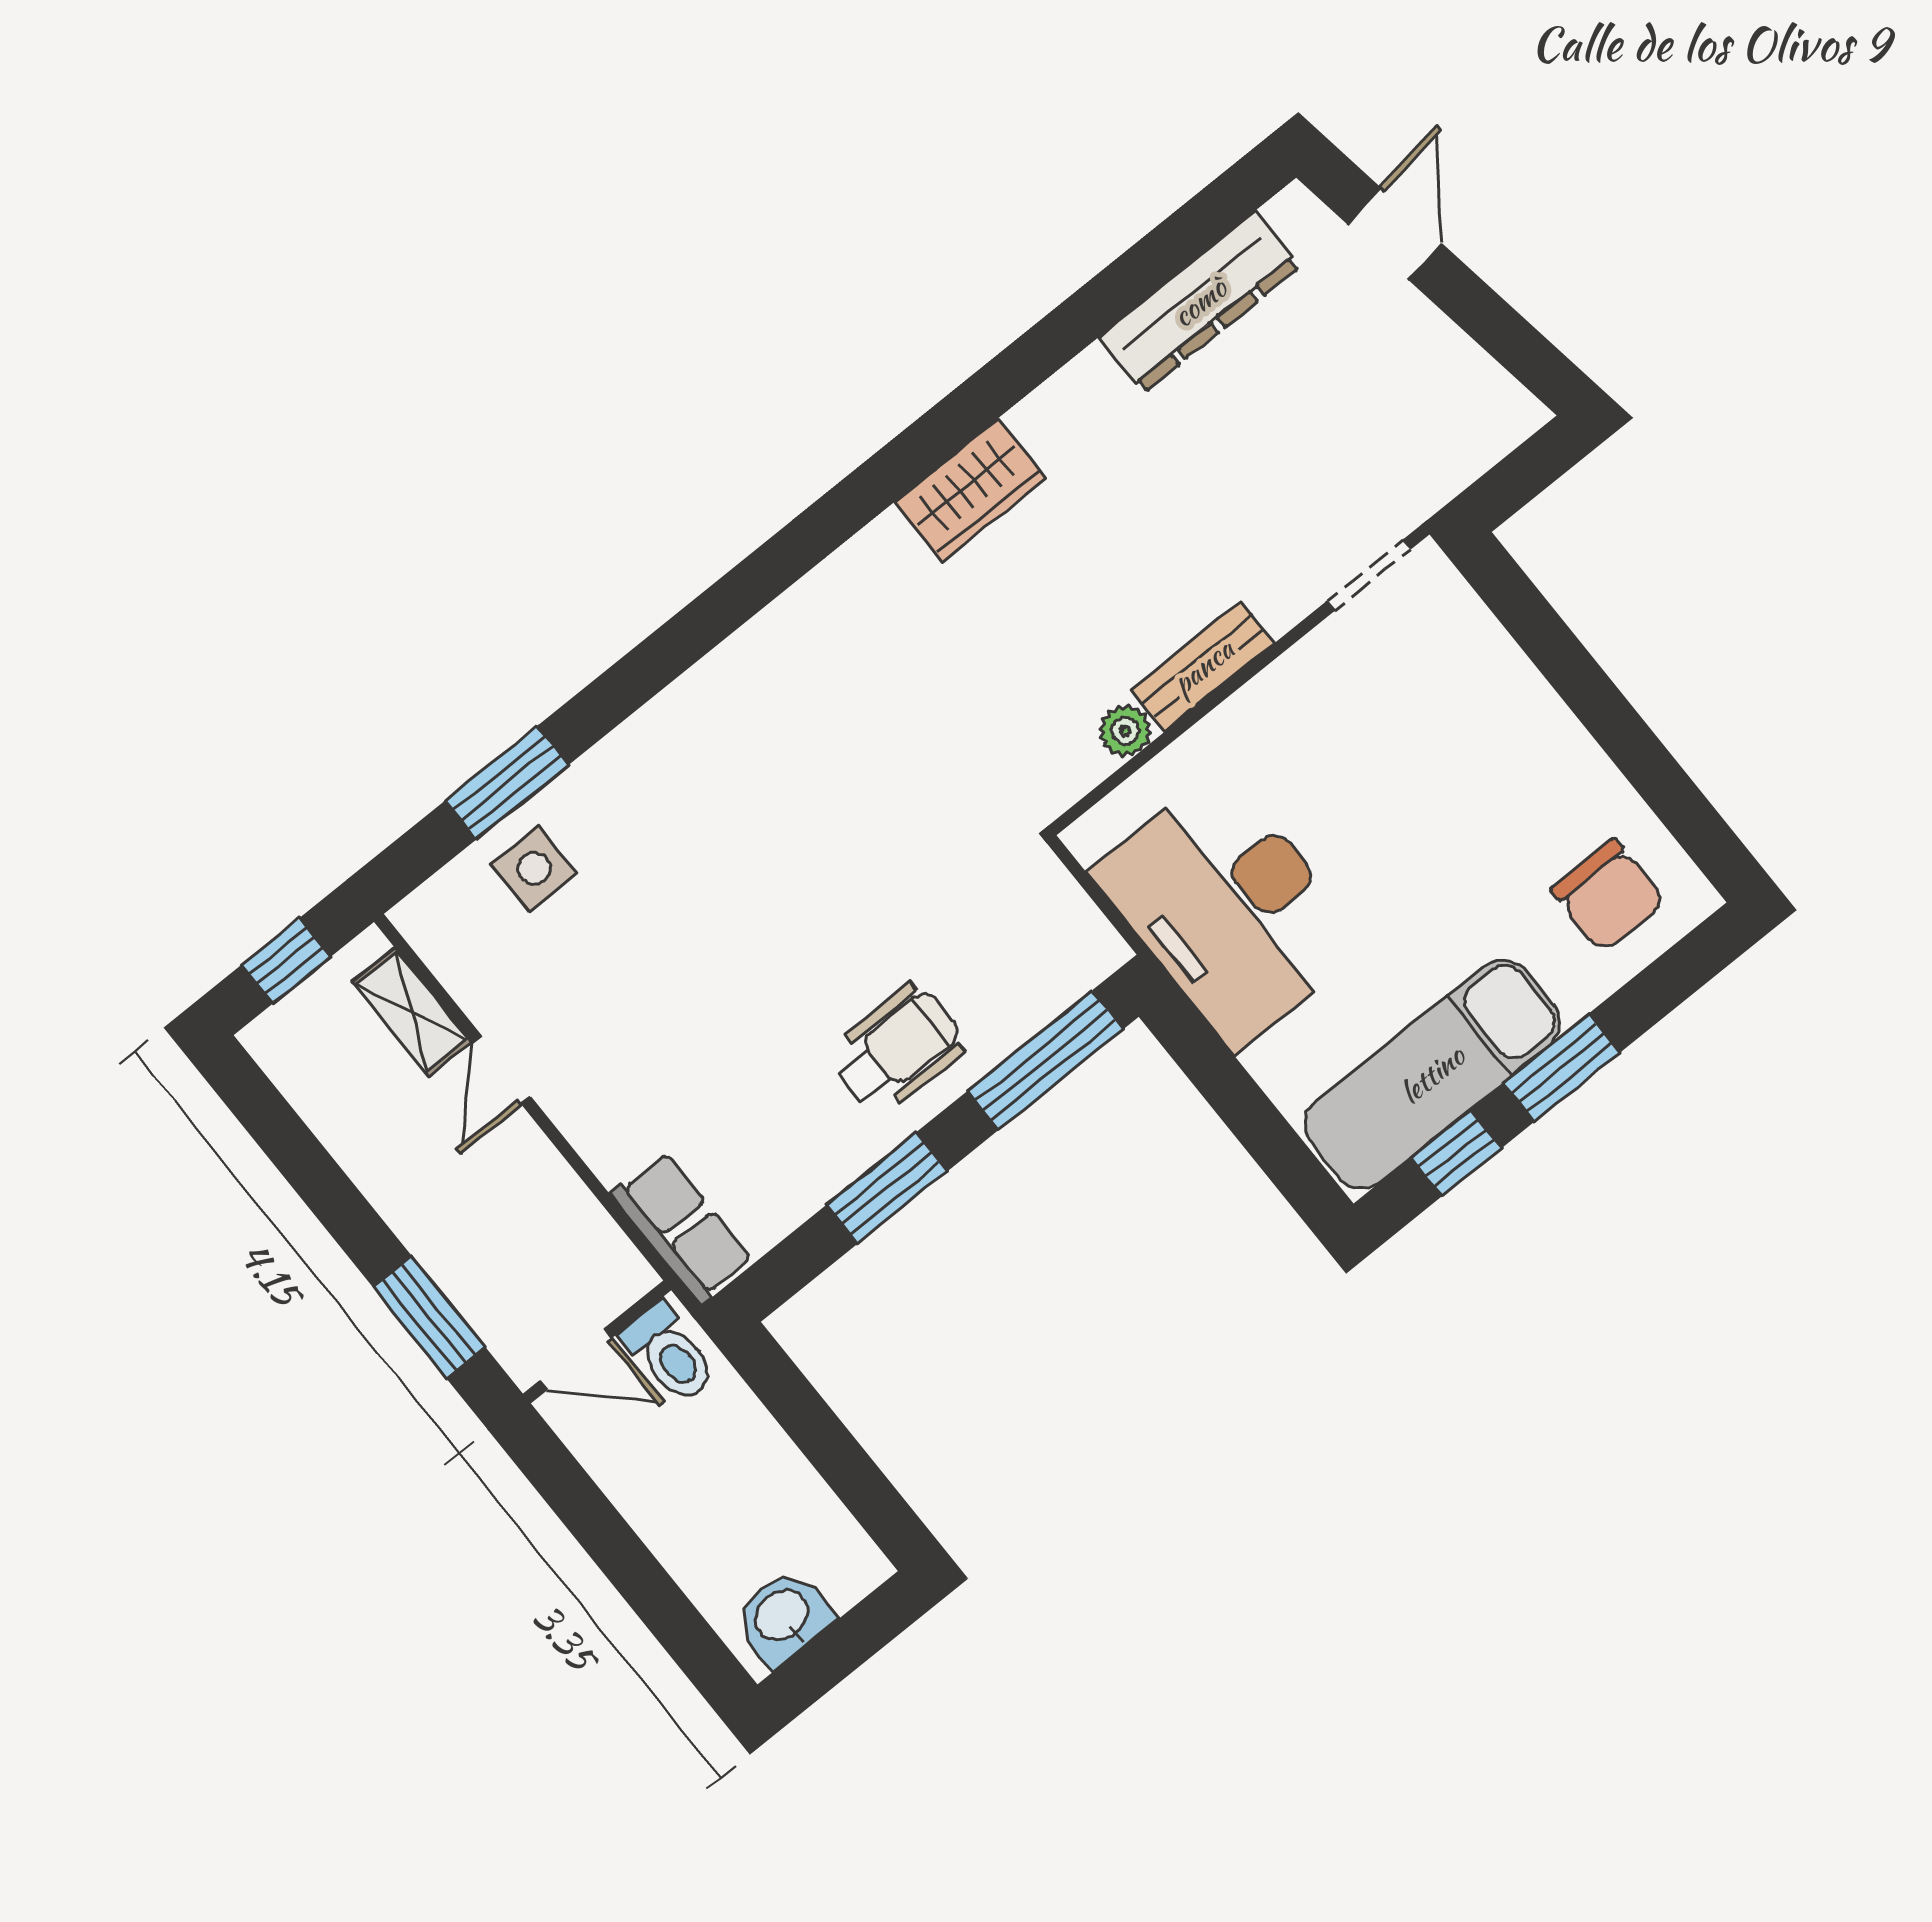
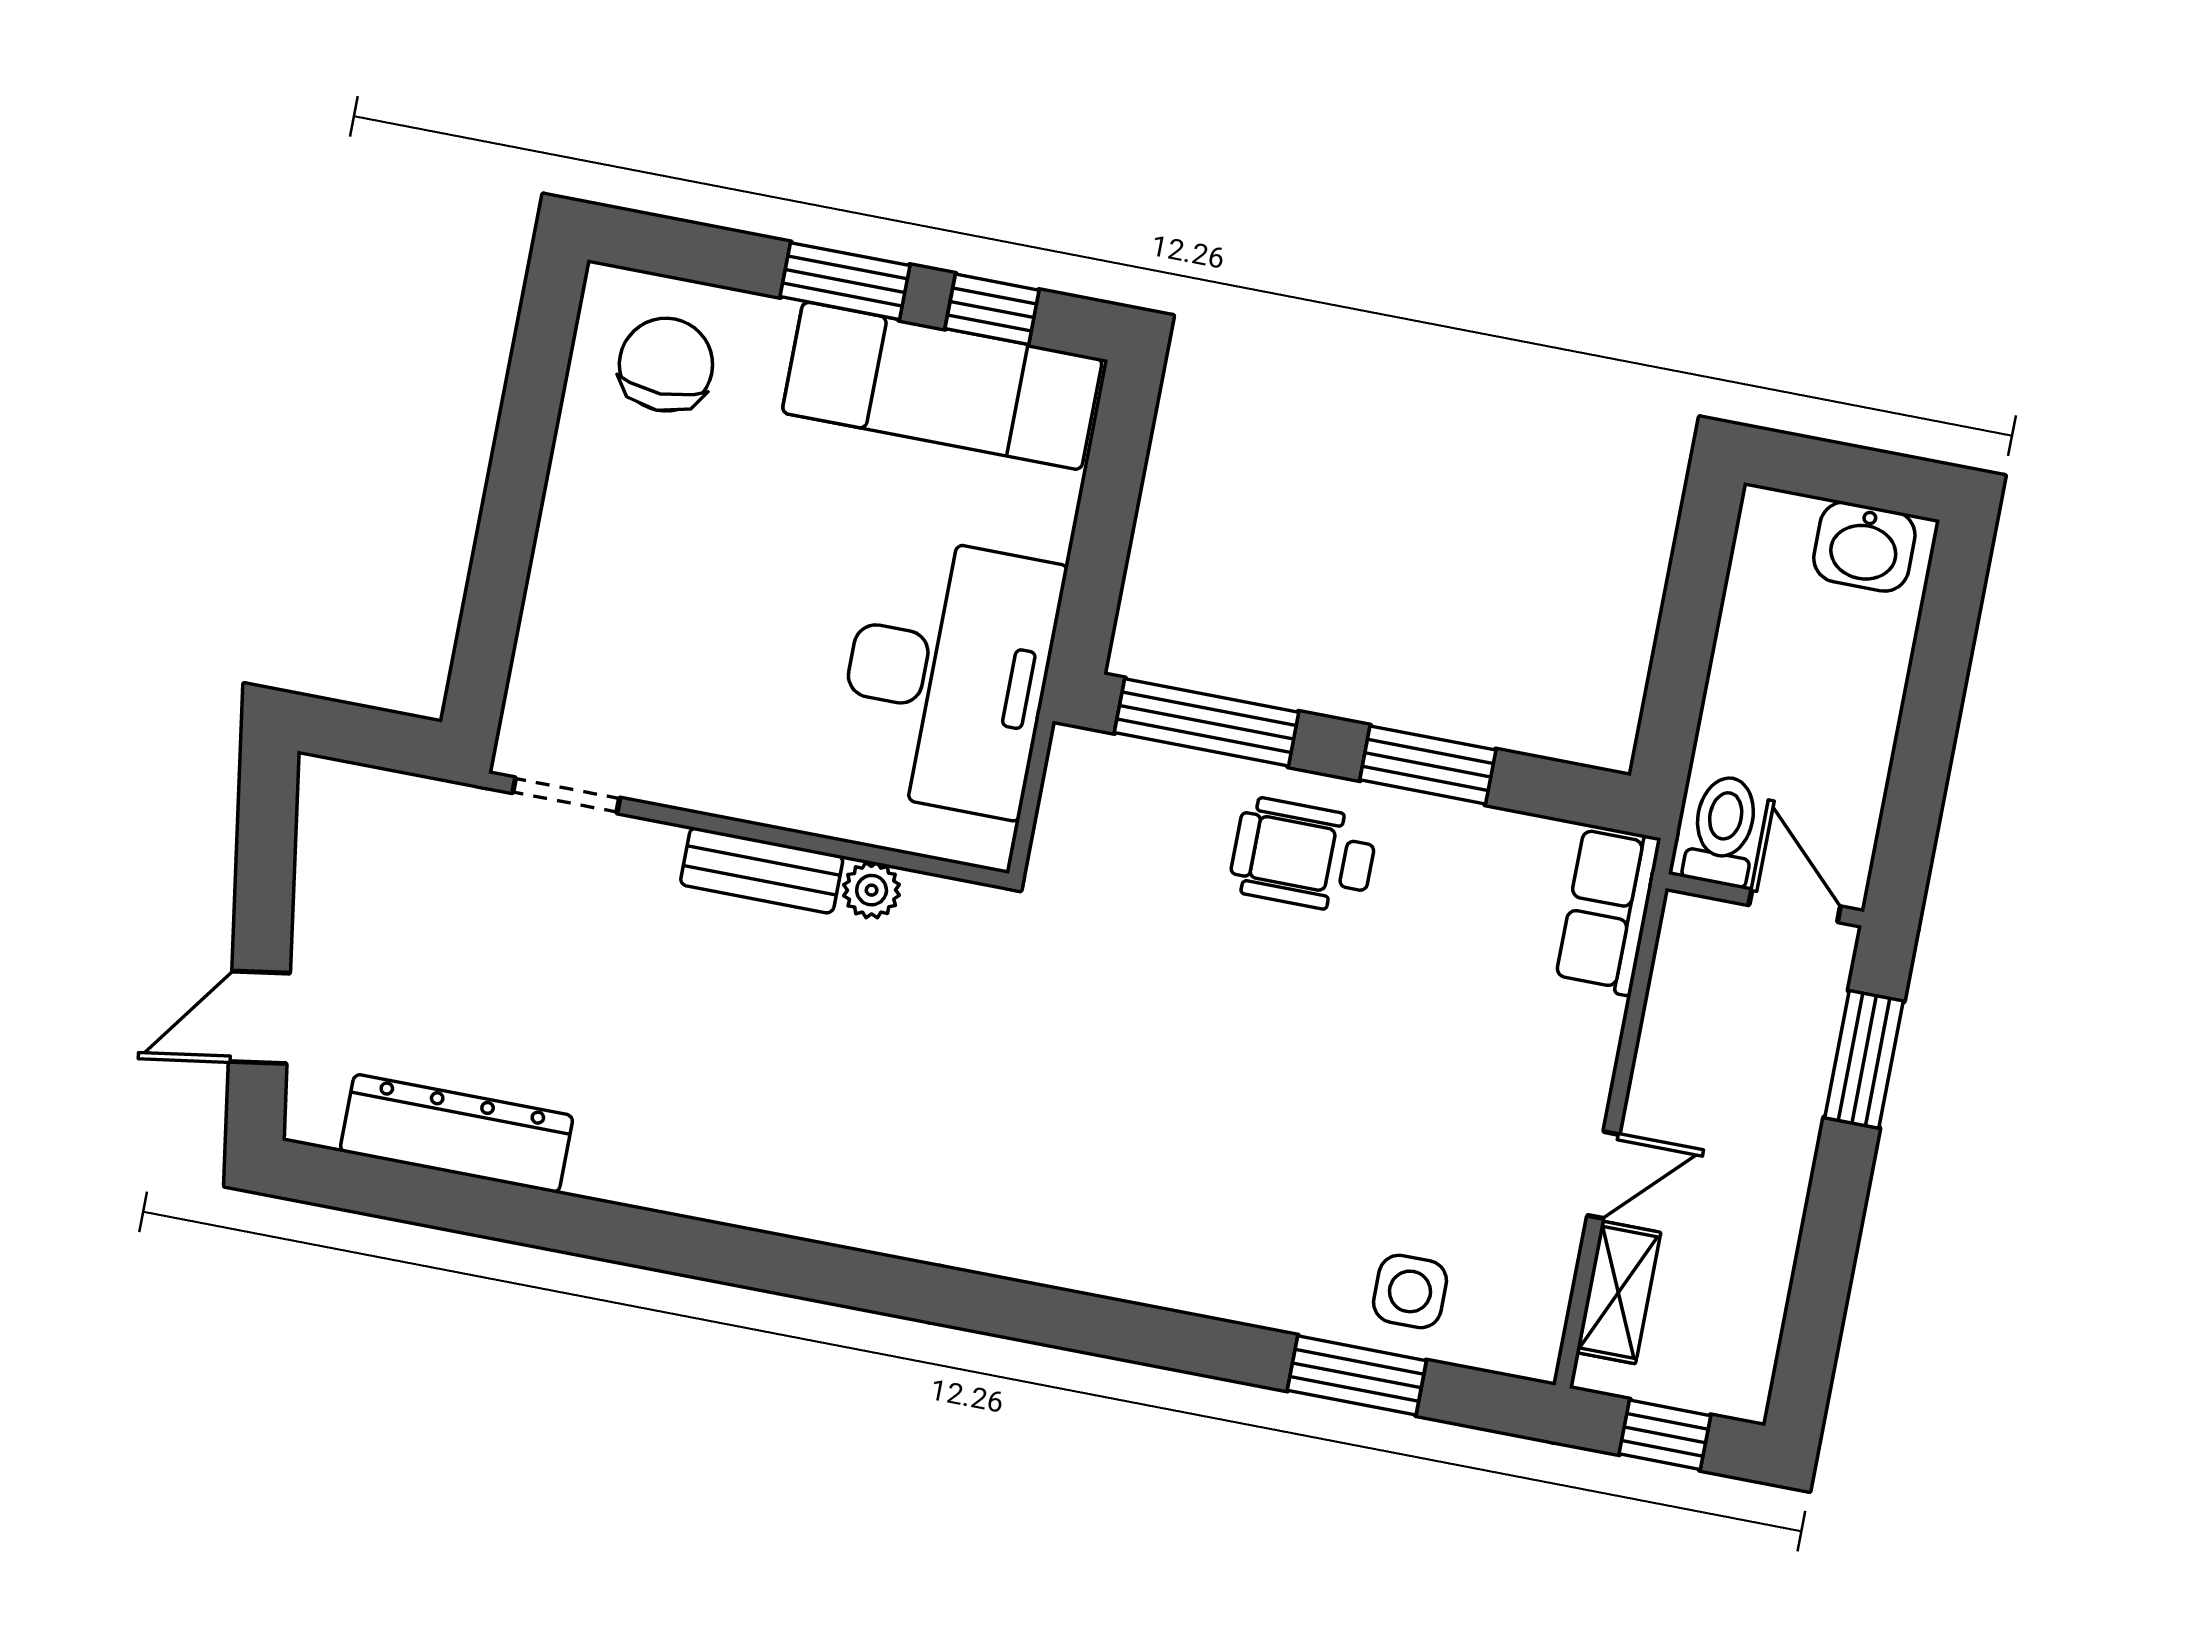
wardrobe: (970, 490) -> (779, 1193), removed

